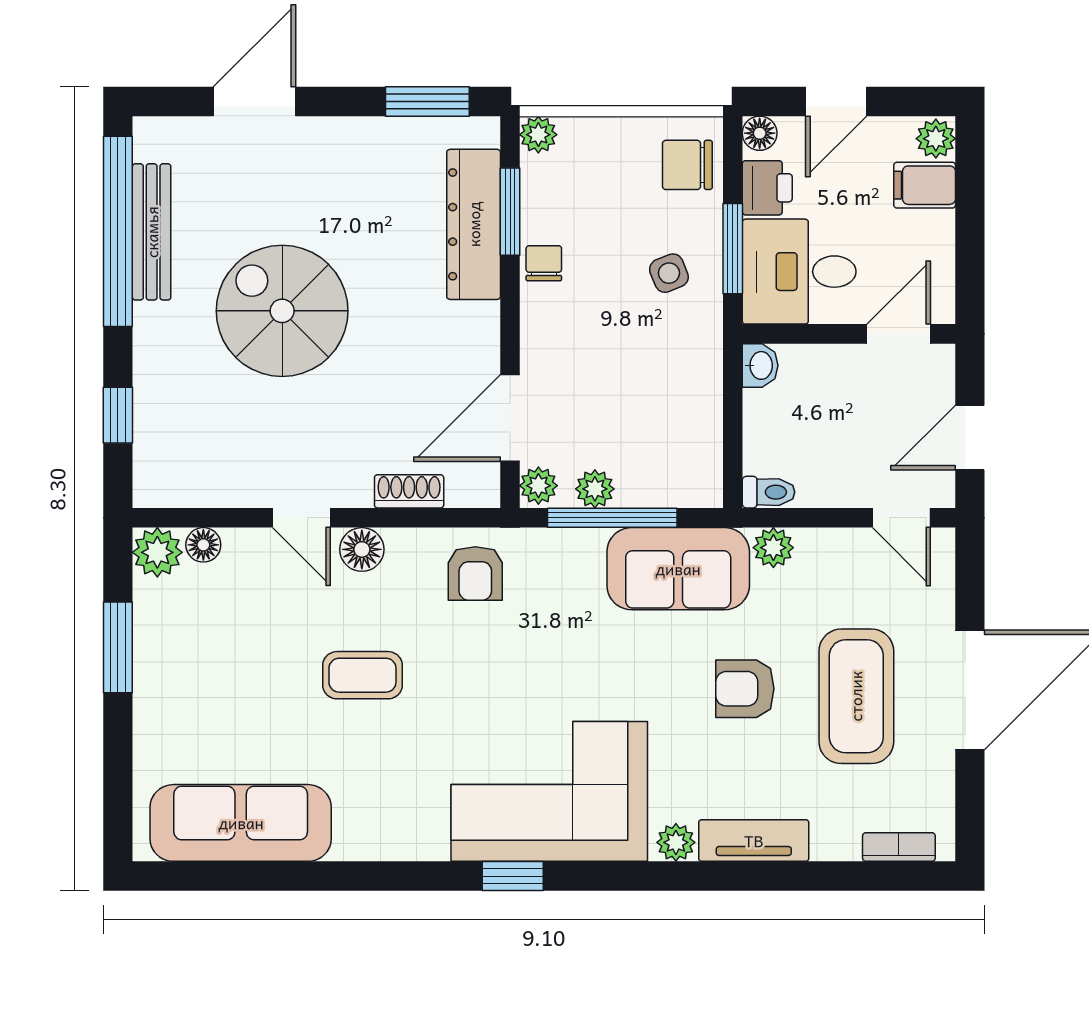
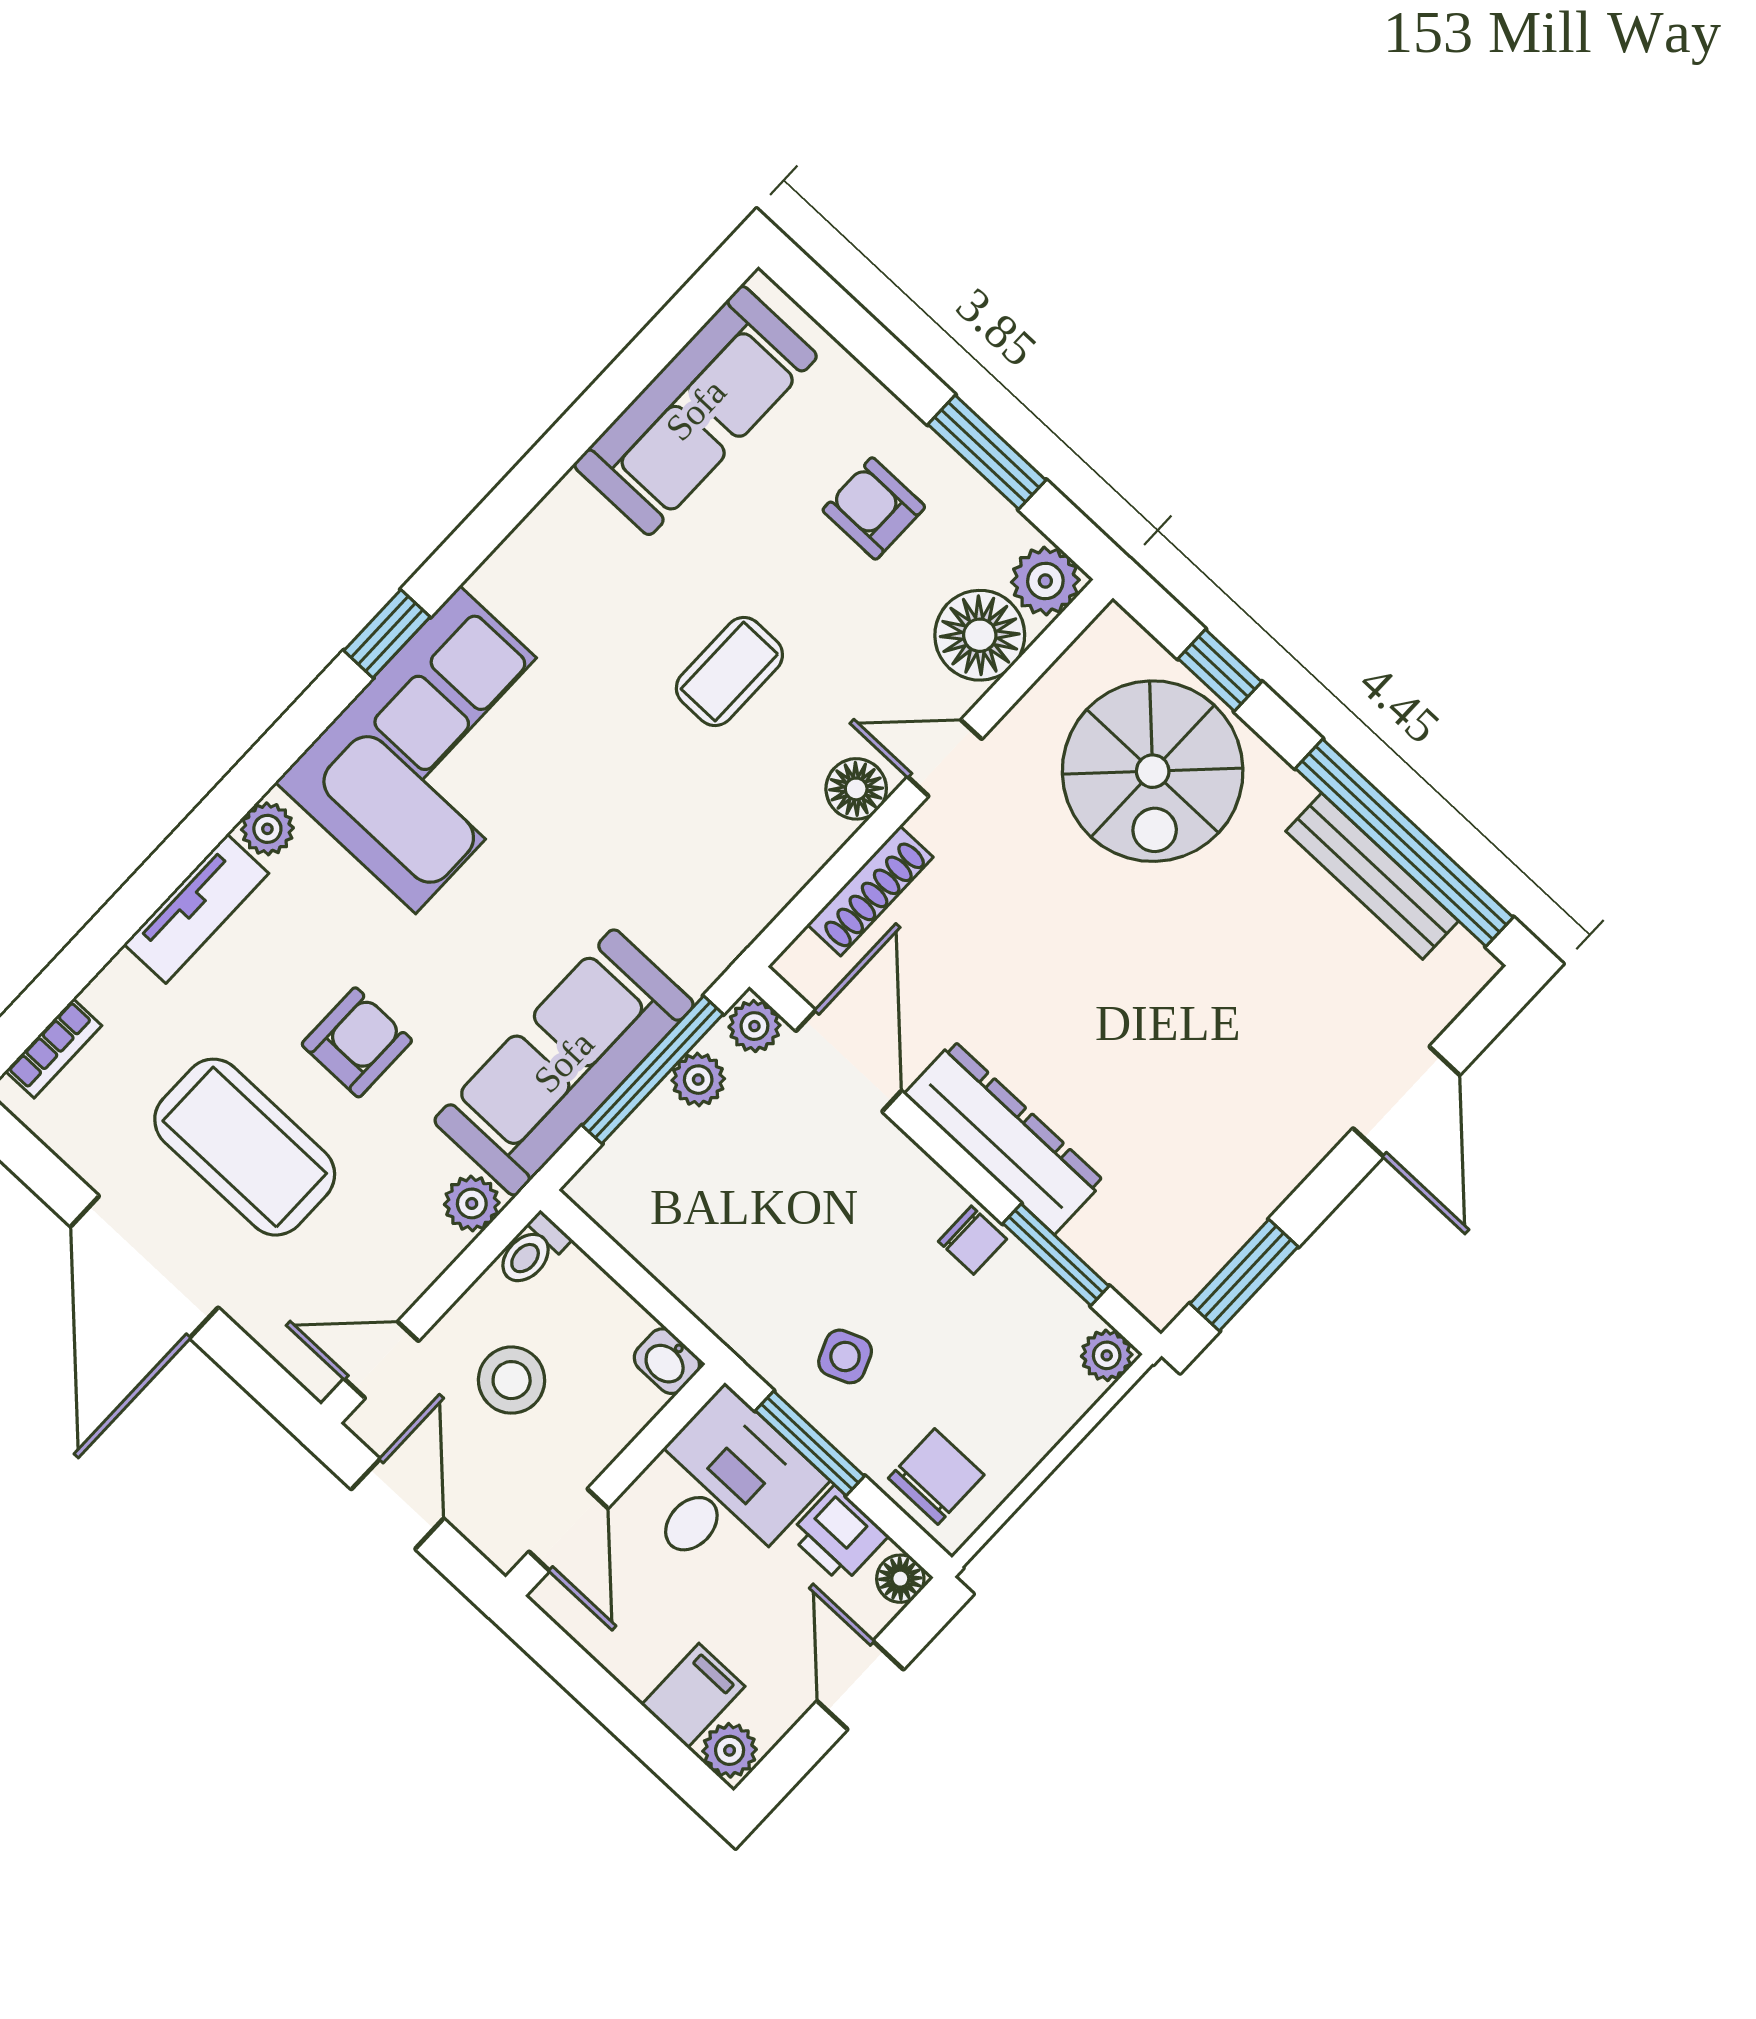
dresser: (474, 224) -> (1004, 1137), moved
spiral stairs: (282, 311) -> (1153, 771), moved, turned 90
stool: (847, 439) -> (512, 1380), added
shoe rack: (409, 491) -> (870, 891), width x1.43
floor lamp: (203, 545) -> (980, 635), width x1.89, depth x1.89
sofa: (678, 569) -> (564, 1062), width x1.36
armchair: (475, 573) -> (874, 508), moved

